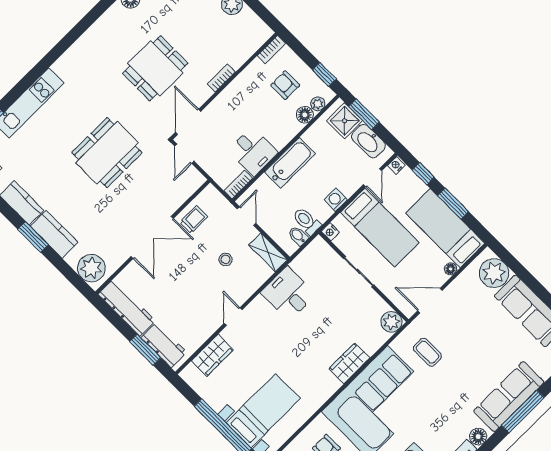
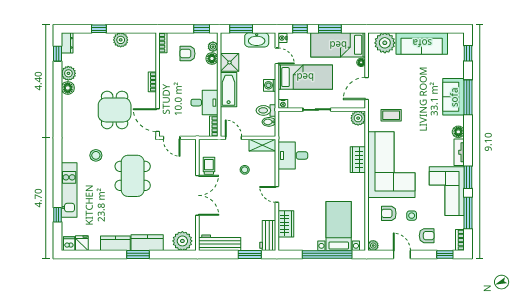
stool: (91, 95) -> (96, 155), added
shower: (345, 121) -> (229, 62), moved
workbench: (164, 345) -> (268, 236), moved, turned -90
sofa: (509, 397) -> (454, 97), width x0.73

